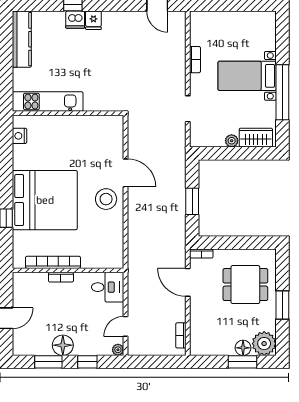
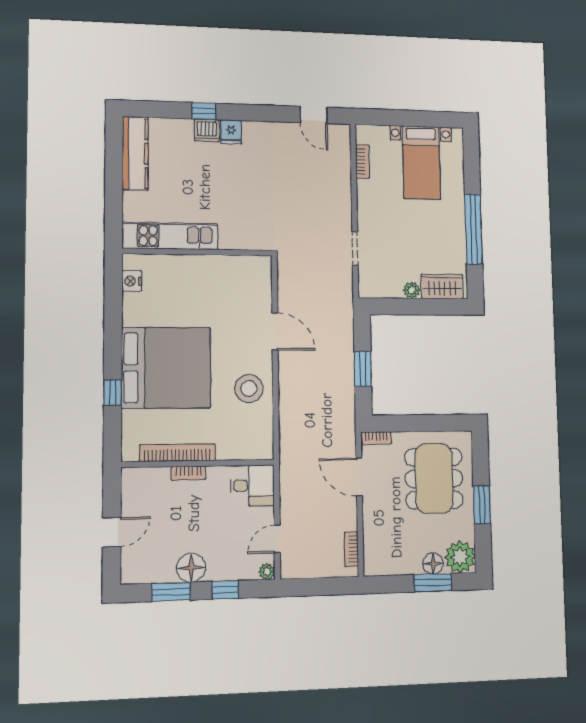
bookcase: (195, 60) -> (363, 162), moved
bed with nightstands: (247, 76) -> (421, 163), moved, turned -90
stool: (106, 199) -> (249, 389), moved
dining table: (245, 285) -> (434, 478), width x1.38

